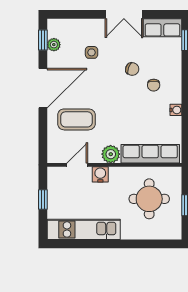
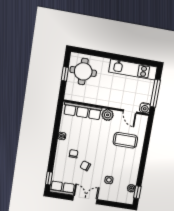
door: (43, 88) -> (143, 163), removed
door: (77, 165) -> (130, 112), hinge flipped
water cooler: (100, 174) -> (145, 108), moved
window: (43, 199) -> (155, 93), width x2.17
round table: (149, 199) -> (83, 71), moved

